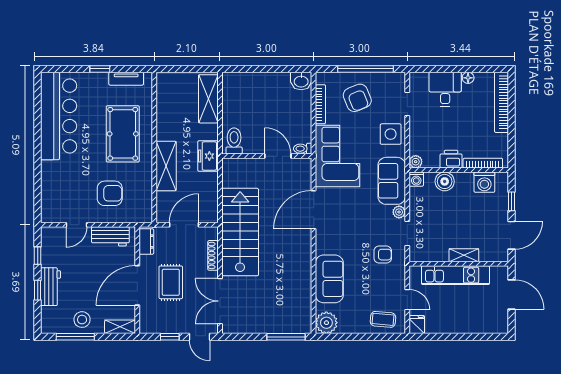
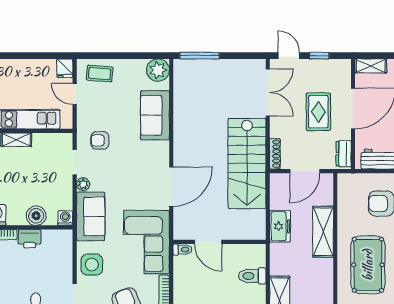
toilet: (234, 141) -> (252, 276), moved, turned 90
freezer: (208, 156) -> (280, 226), moved
plant: (416, 162) -> (66, 236), removed
shoe rack: (213, 255) -> (275, 154), moved

